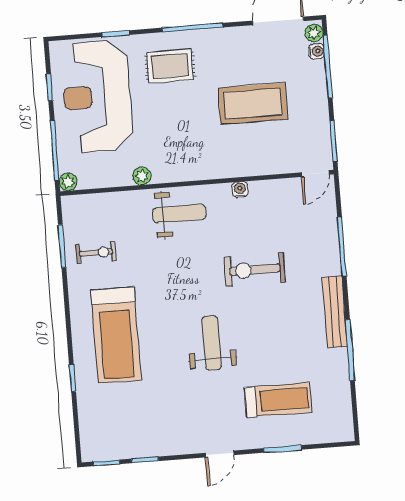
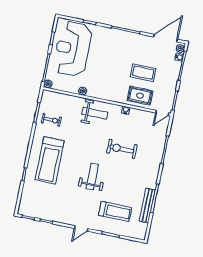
rug: (170, 66) -> (140, 96), moved
coffee table: (253, 104) -> (143, 73), width x0.73, depth x0.76
bench: (335, 312) -> (147, 205), moved

